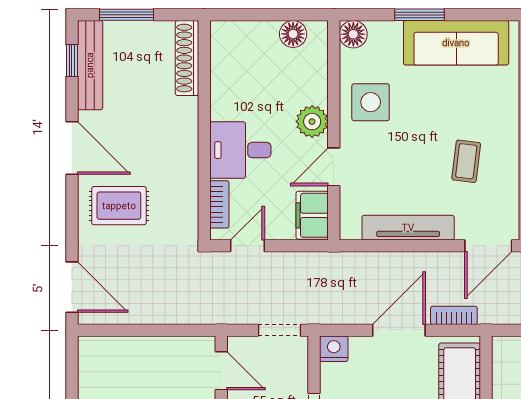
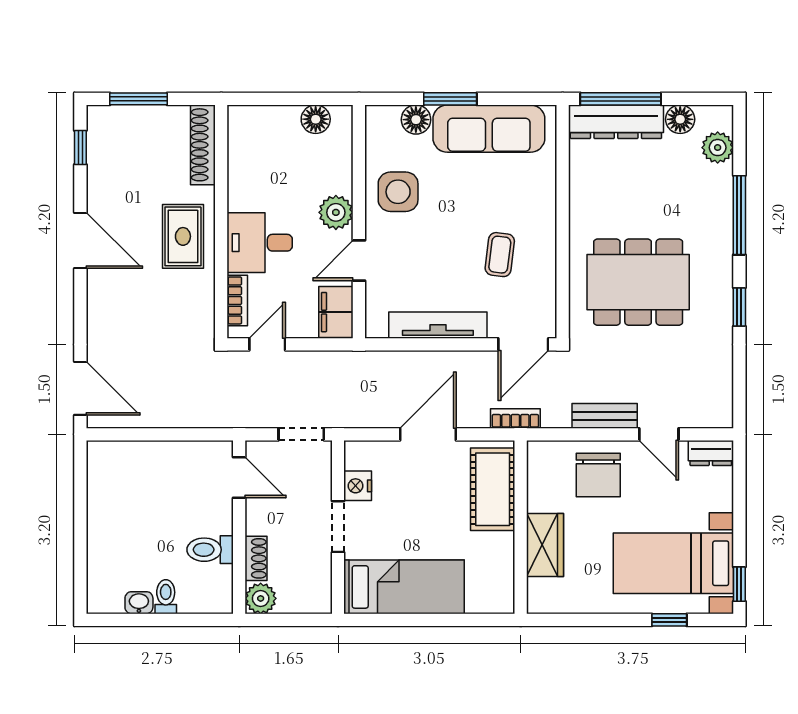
floor lamp: (353, 34) -> (416, 120), moved
bench: (90, 65) -> (100, 152), removed
rug: (119, 206) -> (183, 236), moved, turned 90
bookcase: (454, 315) -> (515, 418), moved
nightstand: (334, 349) -> (358, 486), moved, turned -90

